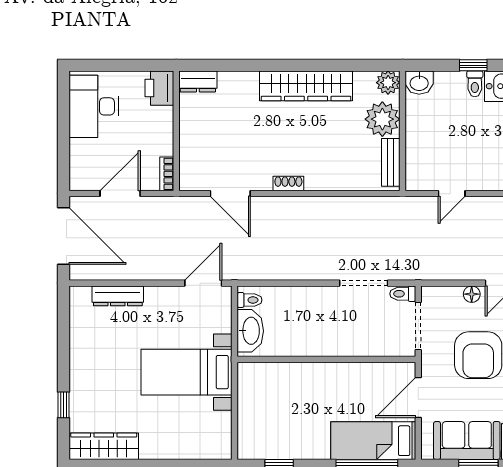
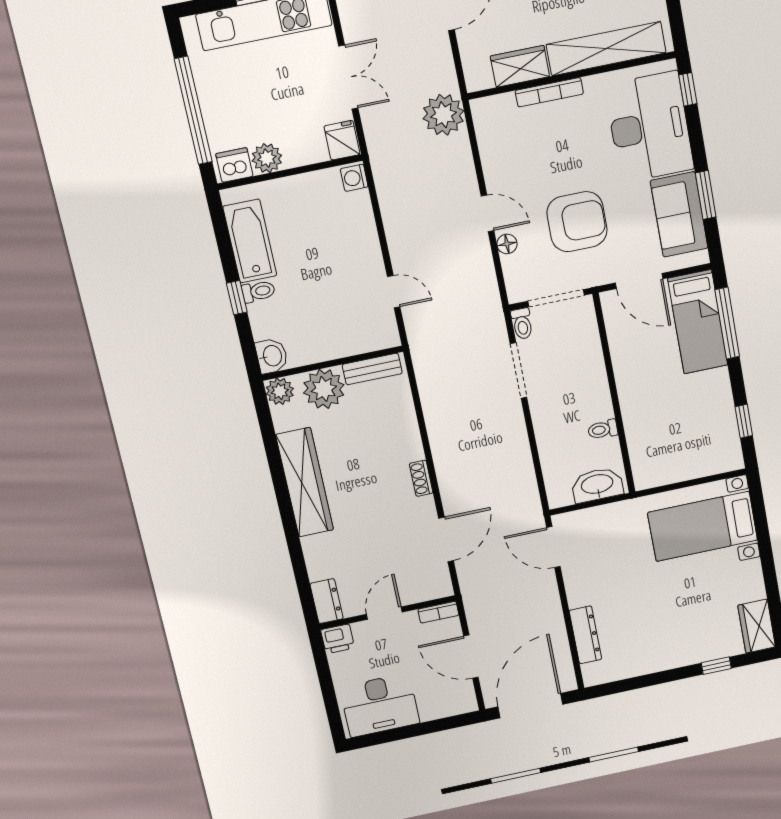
printer: (159, 88) -> (338, 639), width x0.73, depth x0.81
door: (176, 128) -> (384, 613), added
toilet: (250, 300) -> (603, 429), moved, turned -90
bed with nightstands: (186, 372) -> (703, 526), moved, turned 90
wardrobe: (104, 446) -> (757, 626), width x0.67

